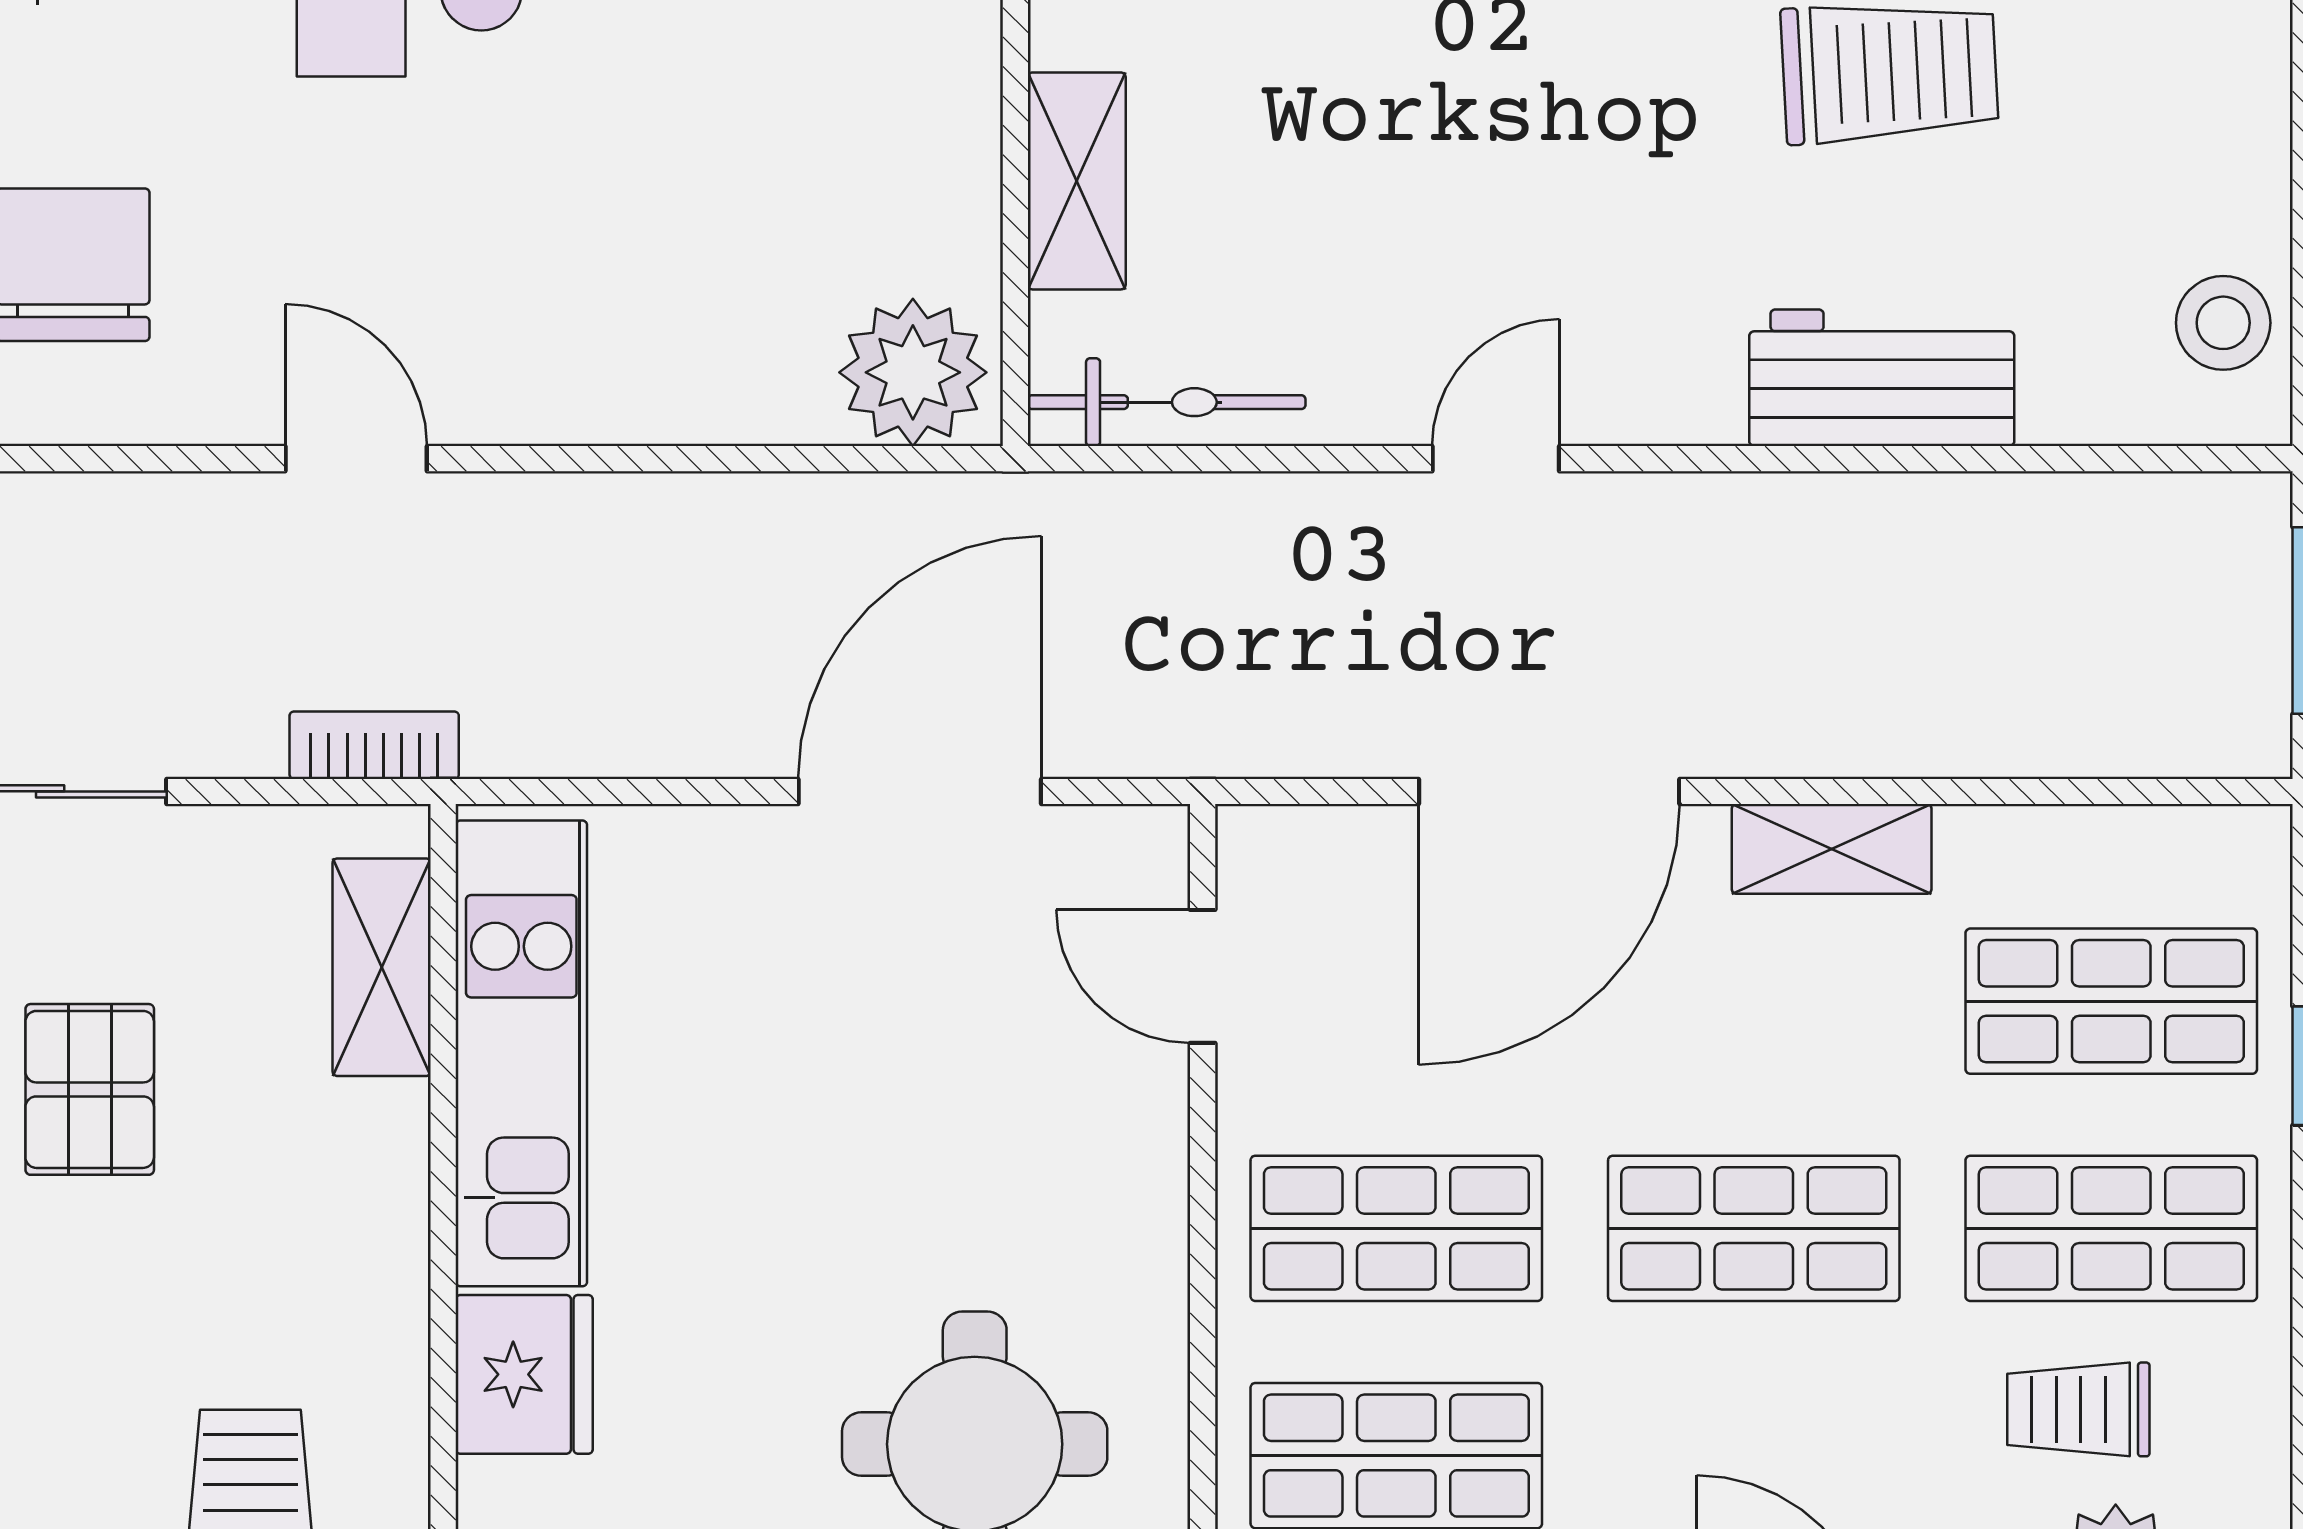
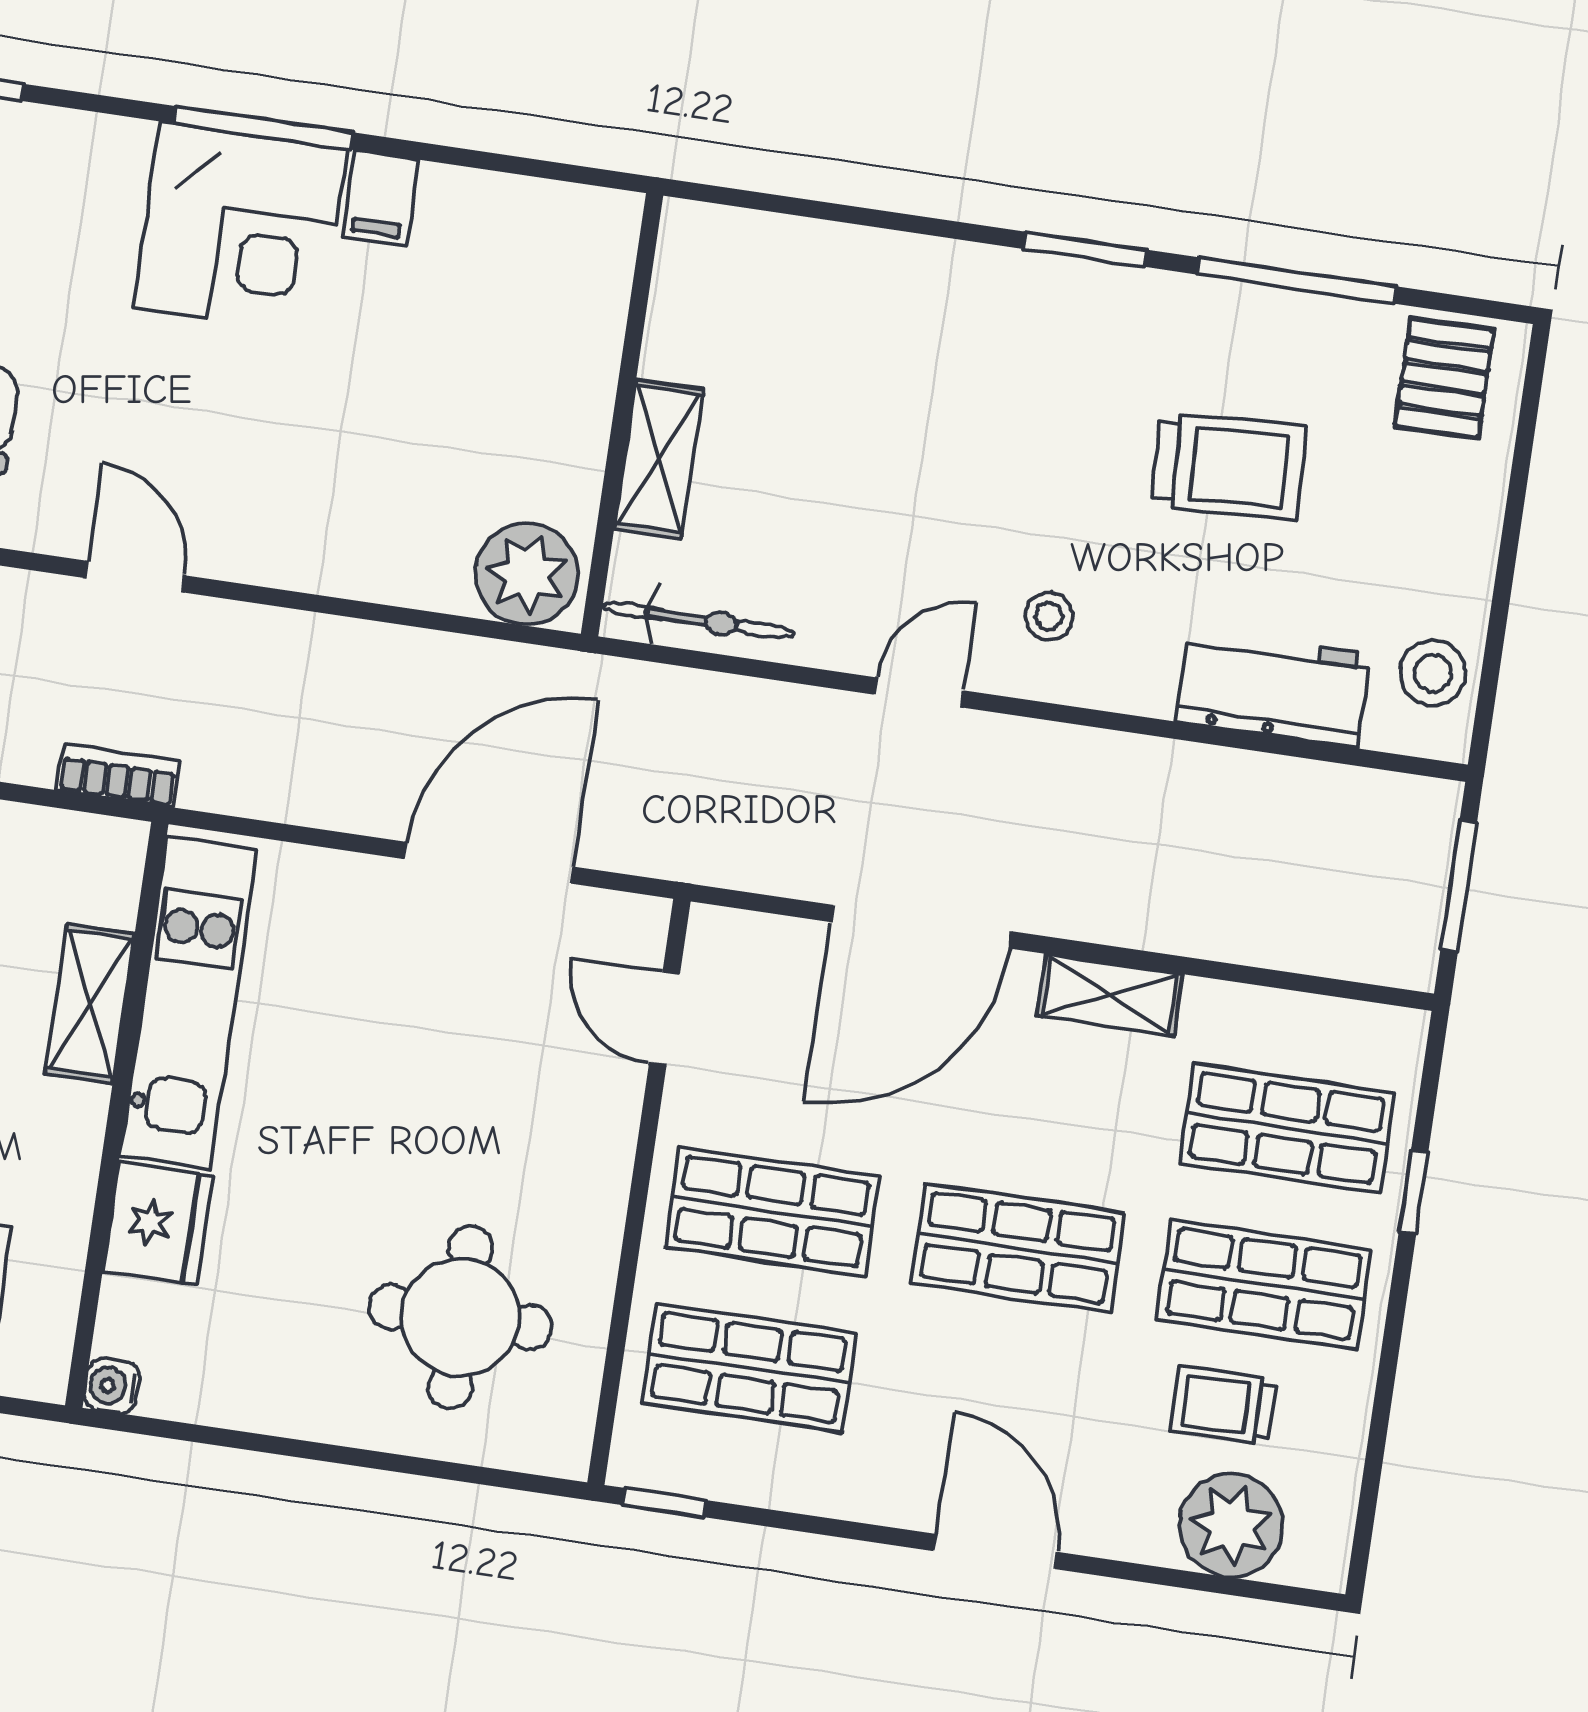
stool: (1665, 323) -> (1049, 616), added
workbench: (1882, 378) -> (1273, 688), moved
shelving: (382, 967) -> (90, 1004), moved

